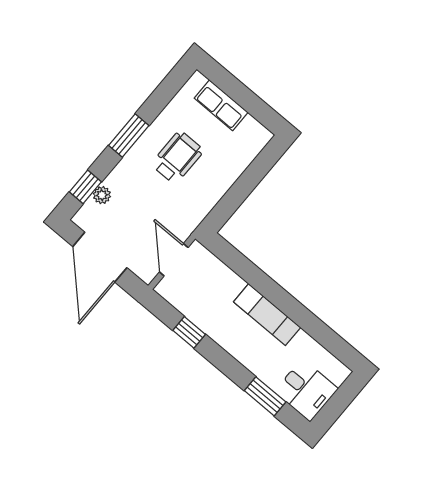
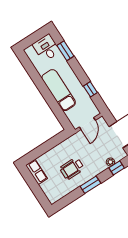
row of seats: (221, 105) -> (37, 172), moved
exam couch: (267, 315) -> (59, 90), width x1.36, depth x1.45

